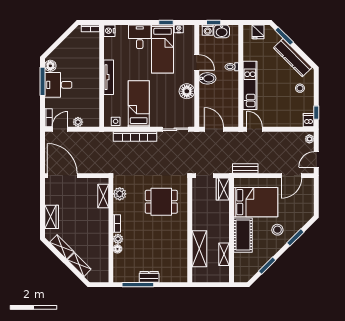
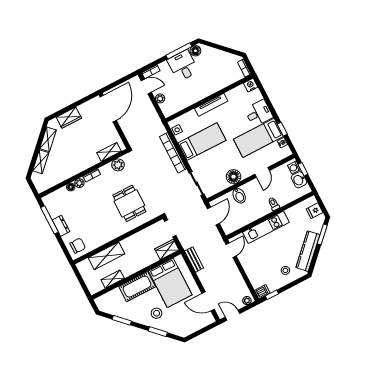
bidet: (207, 78) -> (239, 196), moved
chair: (176, 271) -> (78, 246), added

